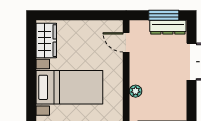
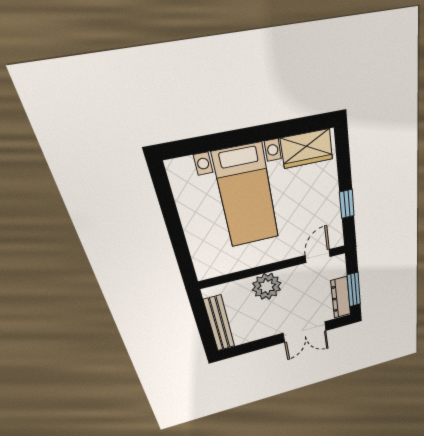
window: (91, 15) -> (347, 204), added
plant: (136, 91) -> (267, 287), width x1.88, depth x1.88

